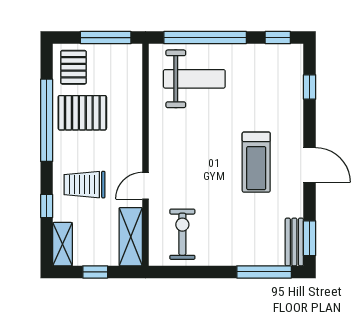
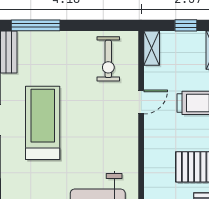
treadmill: (256, 162) -> (43, 123), width x1.37, depth x1.38
shelving: (131, 237) -> (152, 48), width x0.67, depth x0.75

